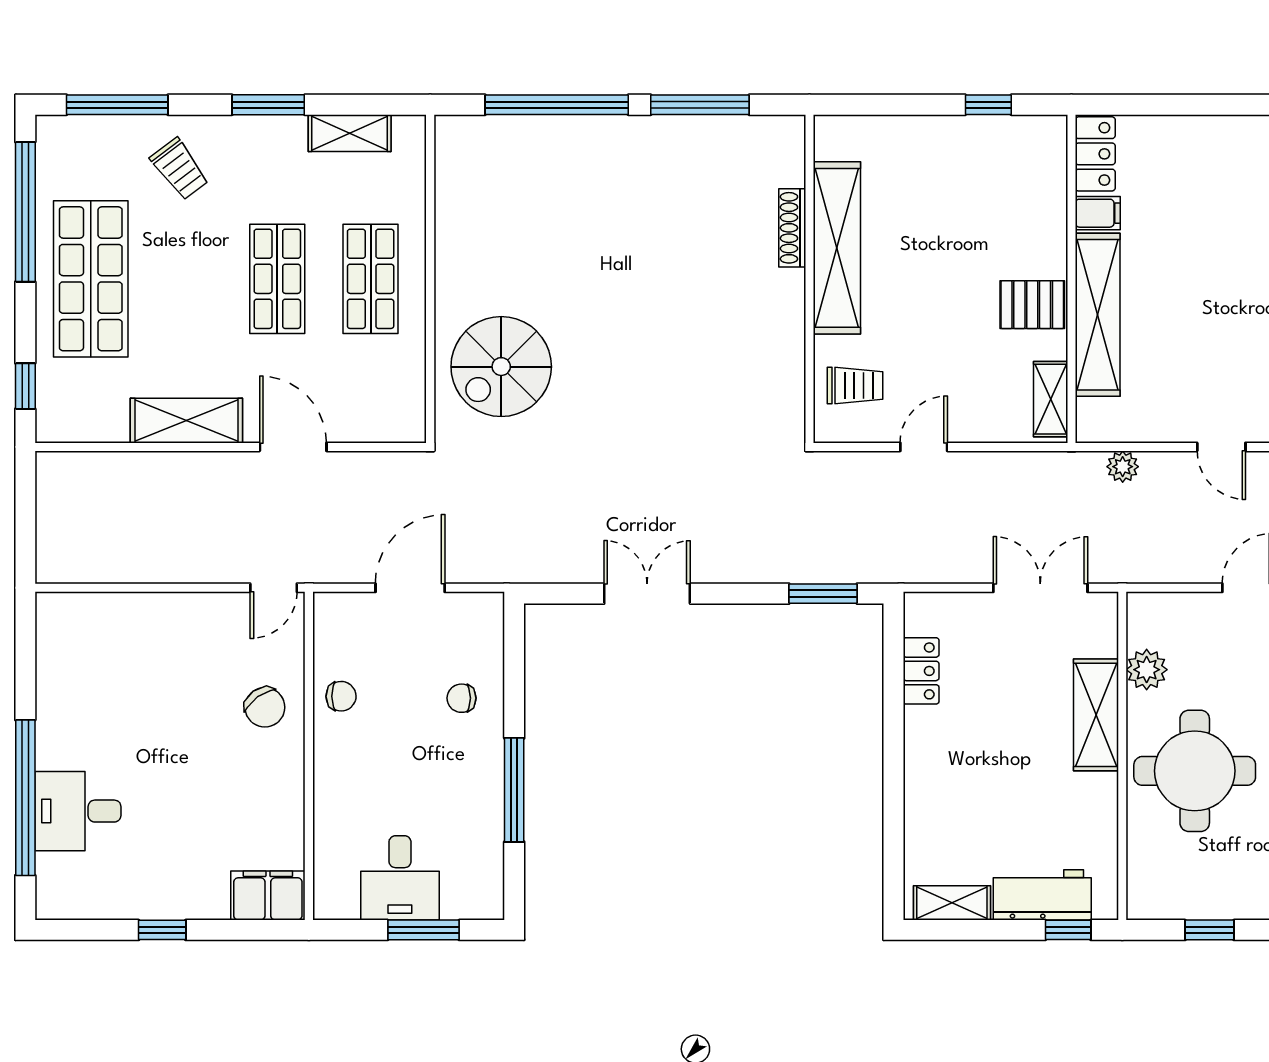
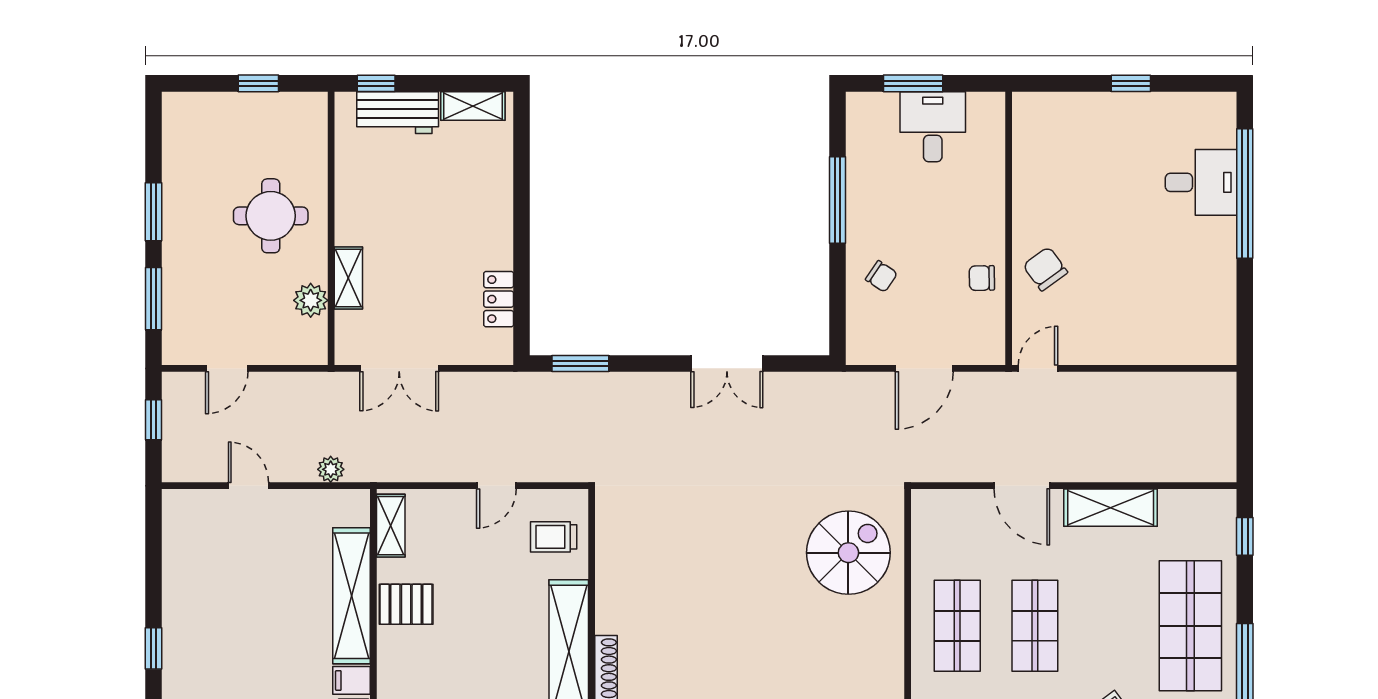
chair: (462, 698) -> (881, 276), turned 34
shelving: (1096, 715) -> (348, 278), width x0.67, depth x0.75
round table: (1195, 771) -> (271, 216), width x0.73, depth x0.73
filing cabinet: (268, 895) -> (1043, 112), removed

